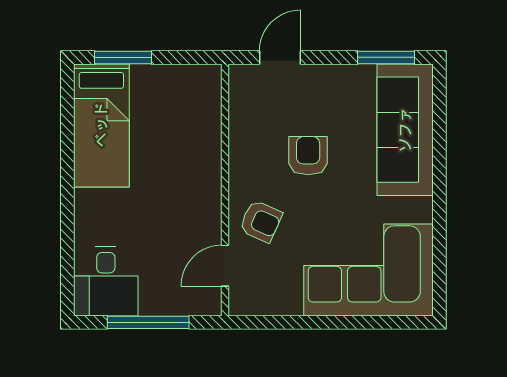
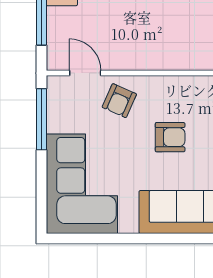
window: (285, 322) -> (41, 119), added

